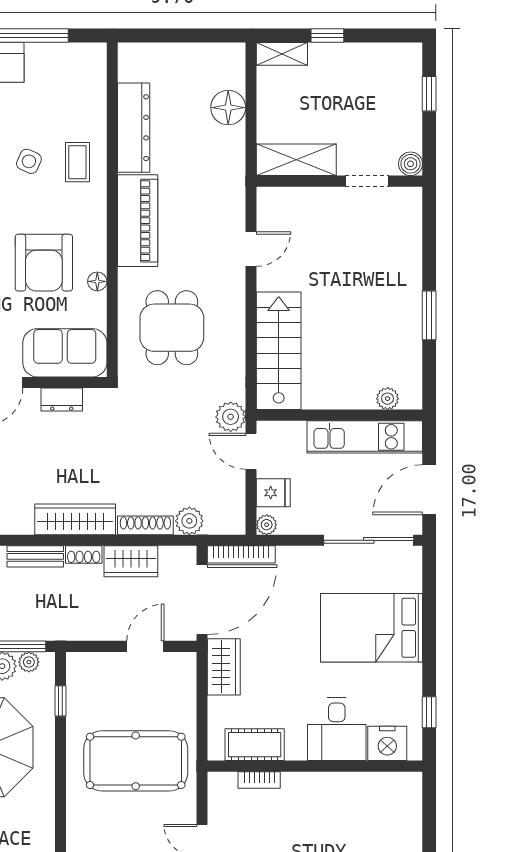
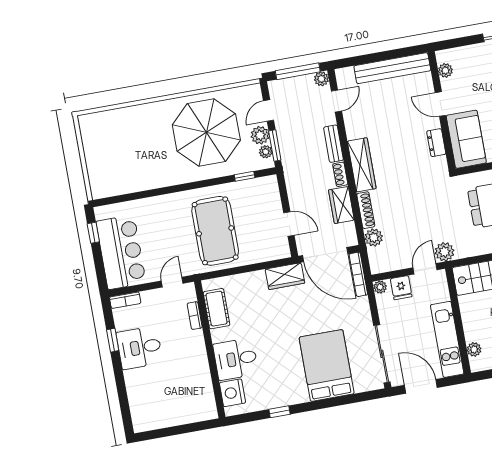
desk: (337, 729) -> (236, 359), moved
nightstand: (387, 743) -> (232, 393), moved
cot: (255, 745) -> (217, 309), moved
wall: (315, 766) -> (210, 349), moved
bookcase: (259, 780) -> (195, 316), moved

